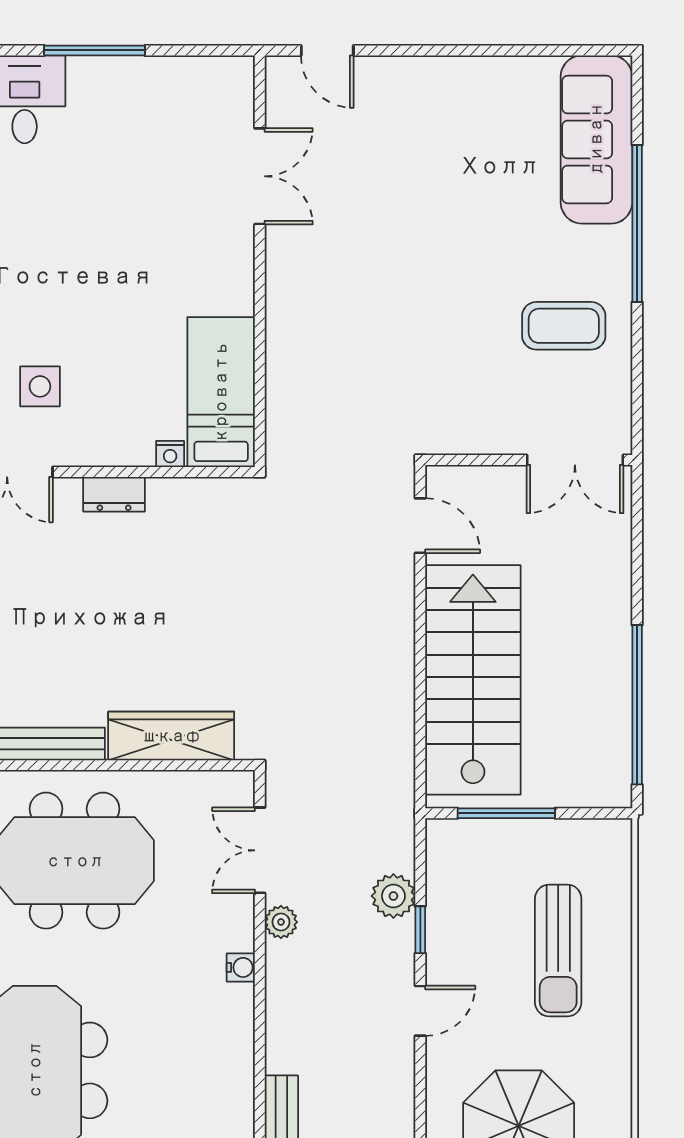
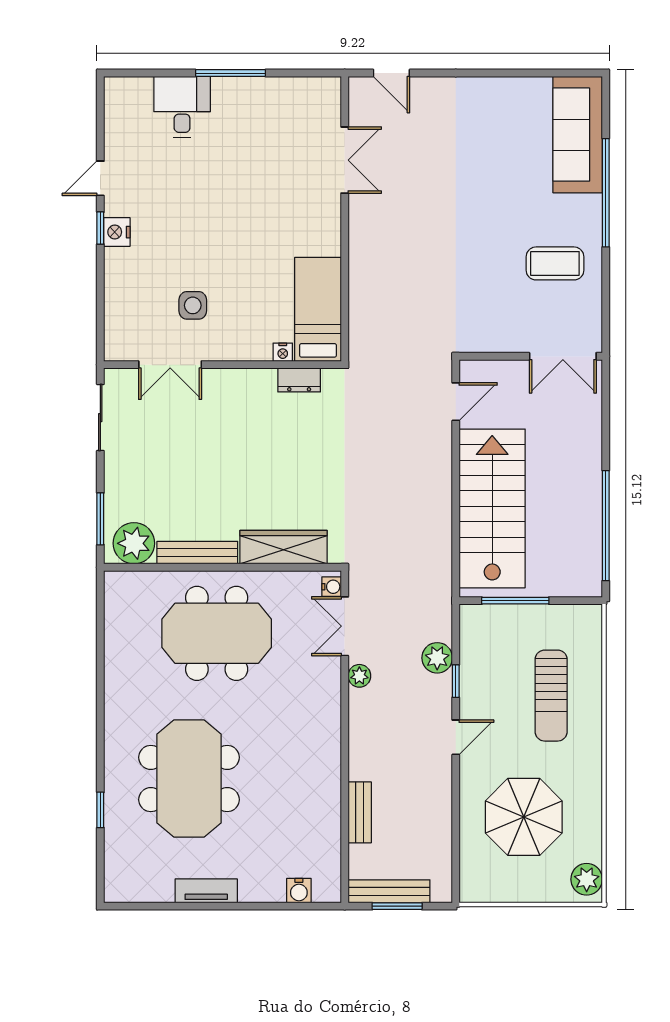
dresser: (114, 494) -> (299, 380), moved
door: (420, 526) -> (456, 402), hinge flipped
water cooler: (241, 967) -> (332, 587), moved

